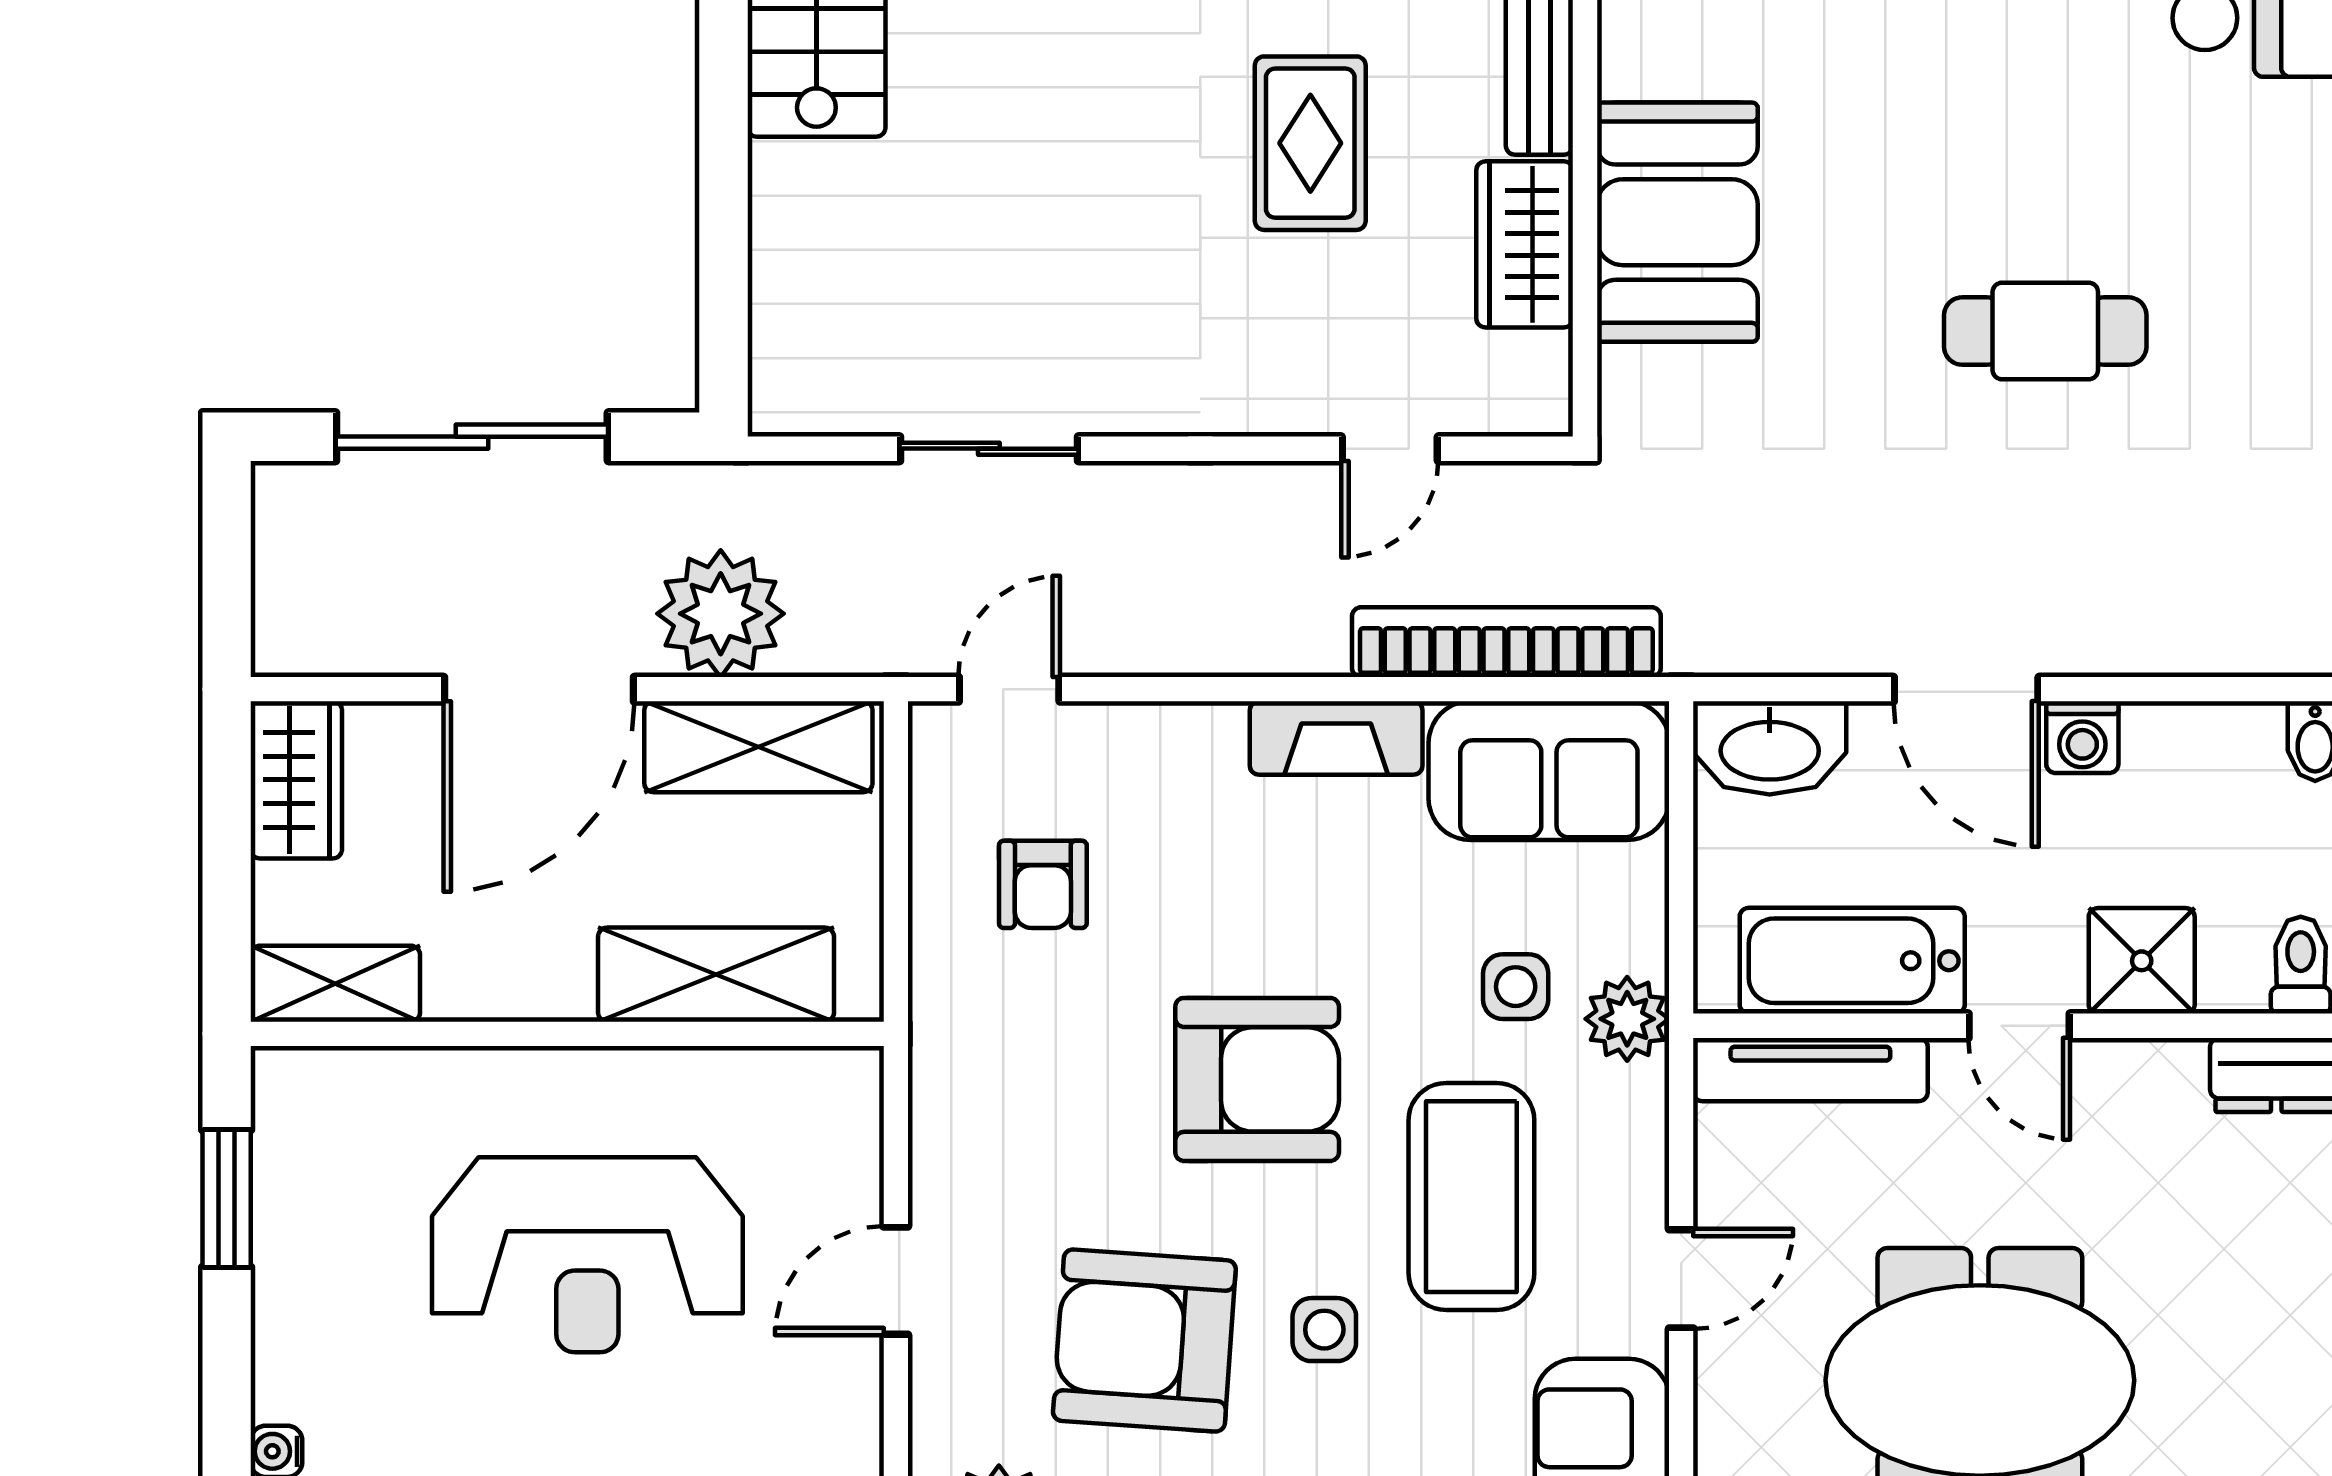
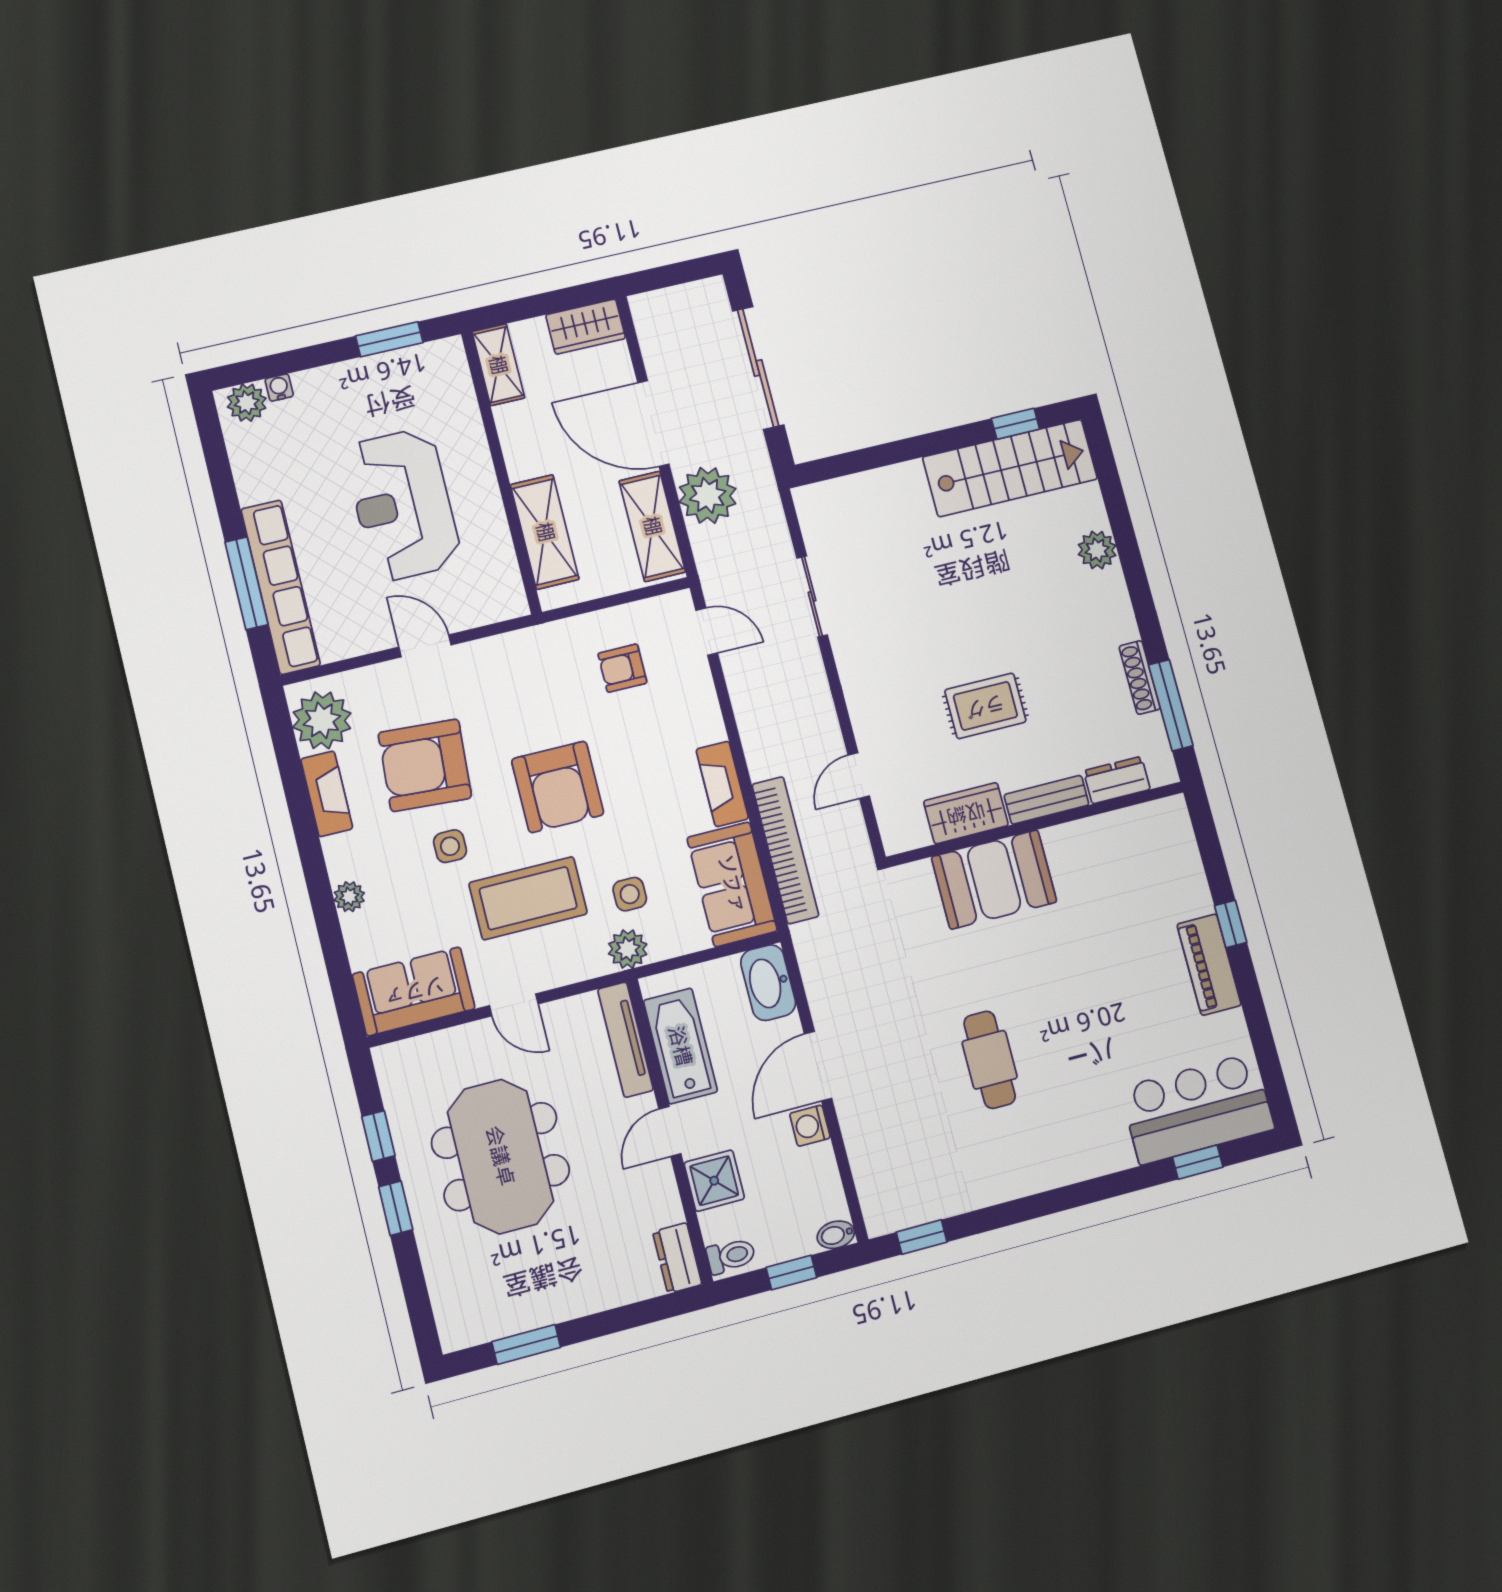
door: (1390, 449) -> (859, 776), hinge flipped
armchair: (1144, 1341) -> (425, 765), turned -90

